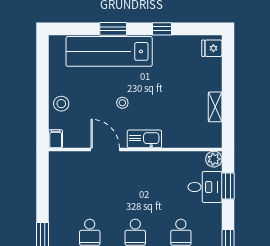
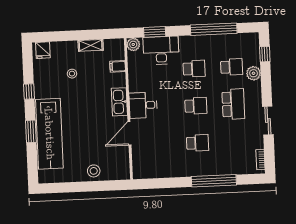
stool: (122, 103) -> (72, 74), moved
filing cabinet: (56, 139) -> (118, 66), moved
desk: (139, 168) -> (143, 105), added
desk: (205, 187) -> (161, 50), width x1.37

